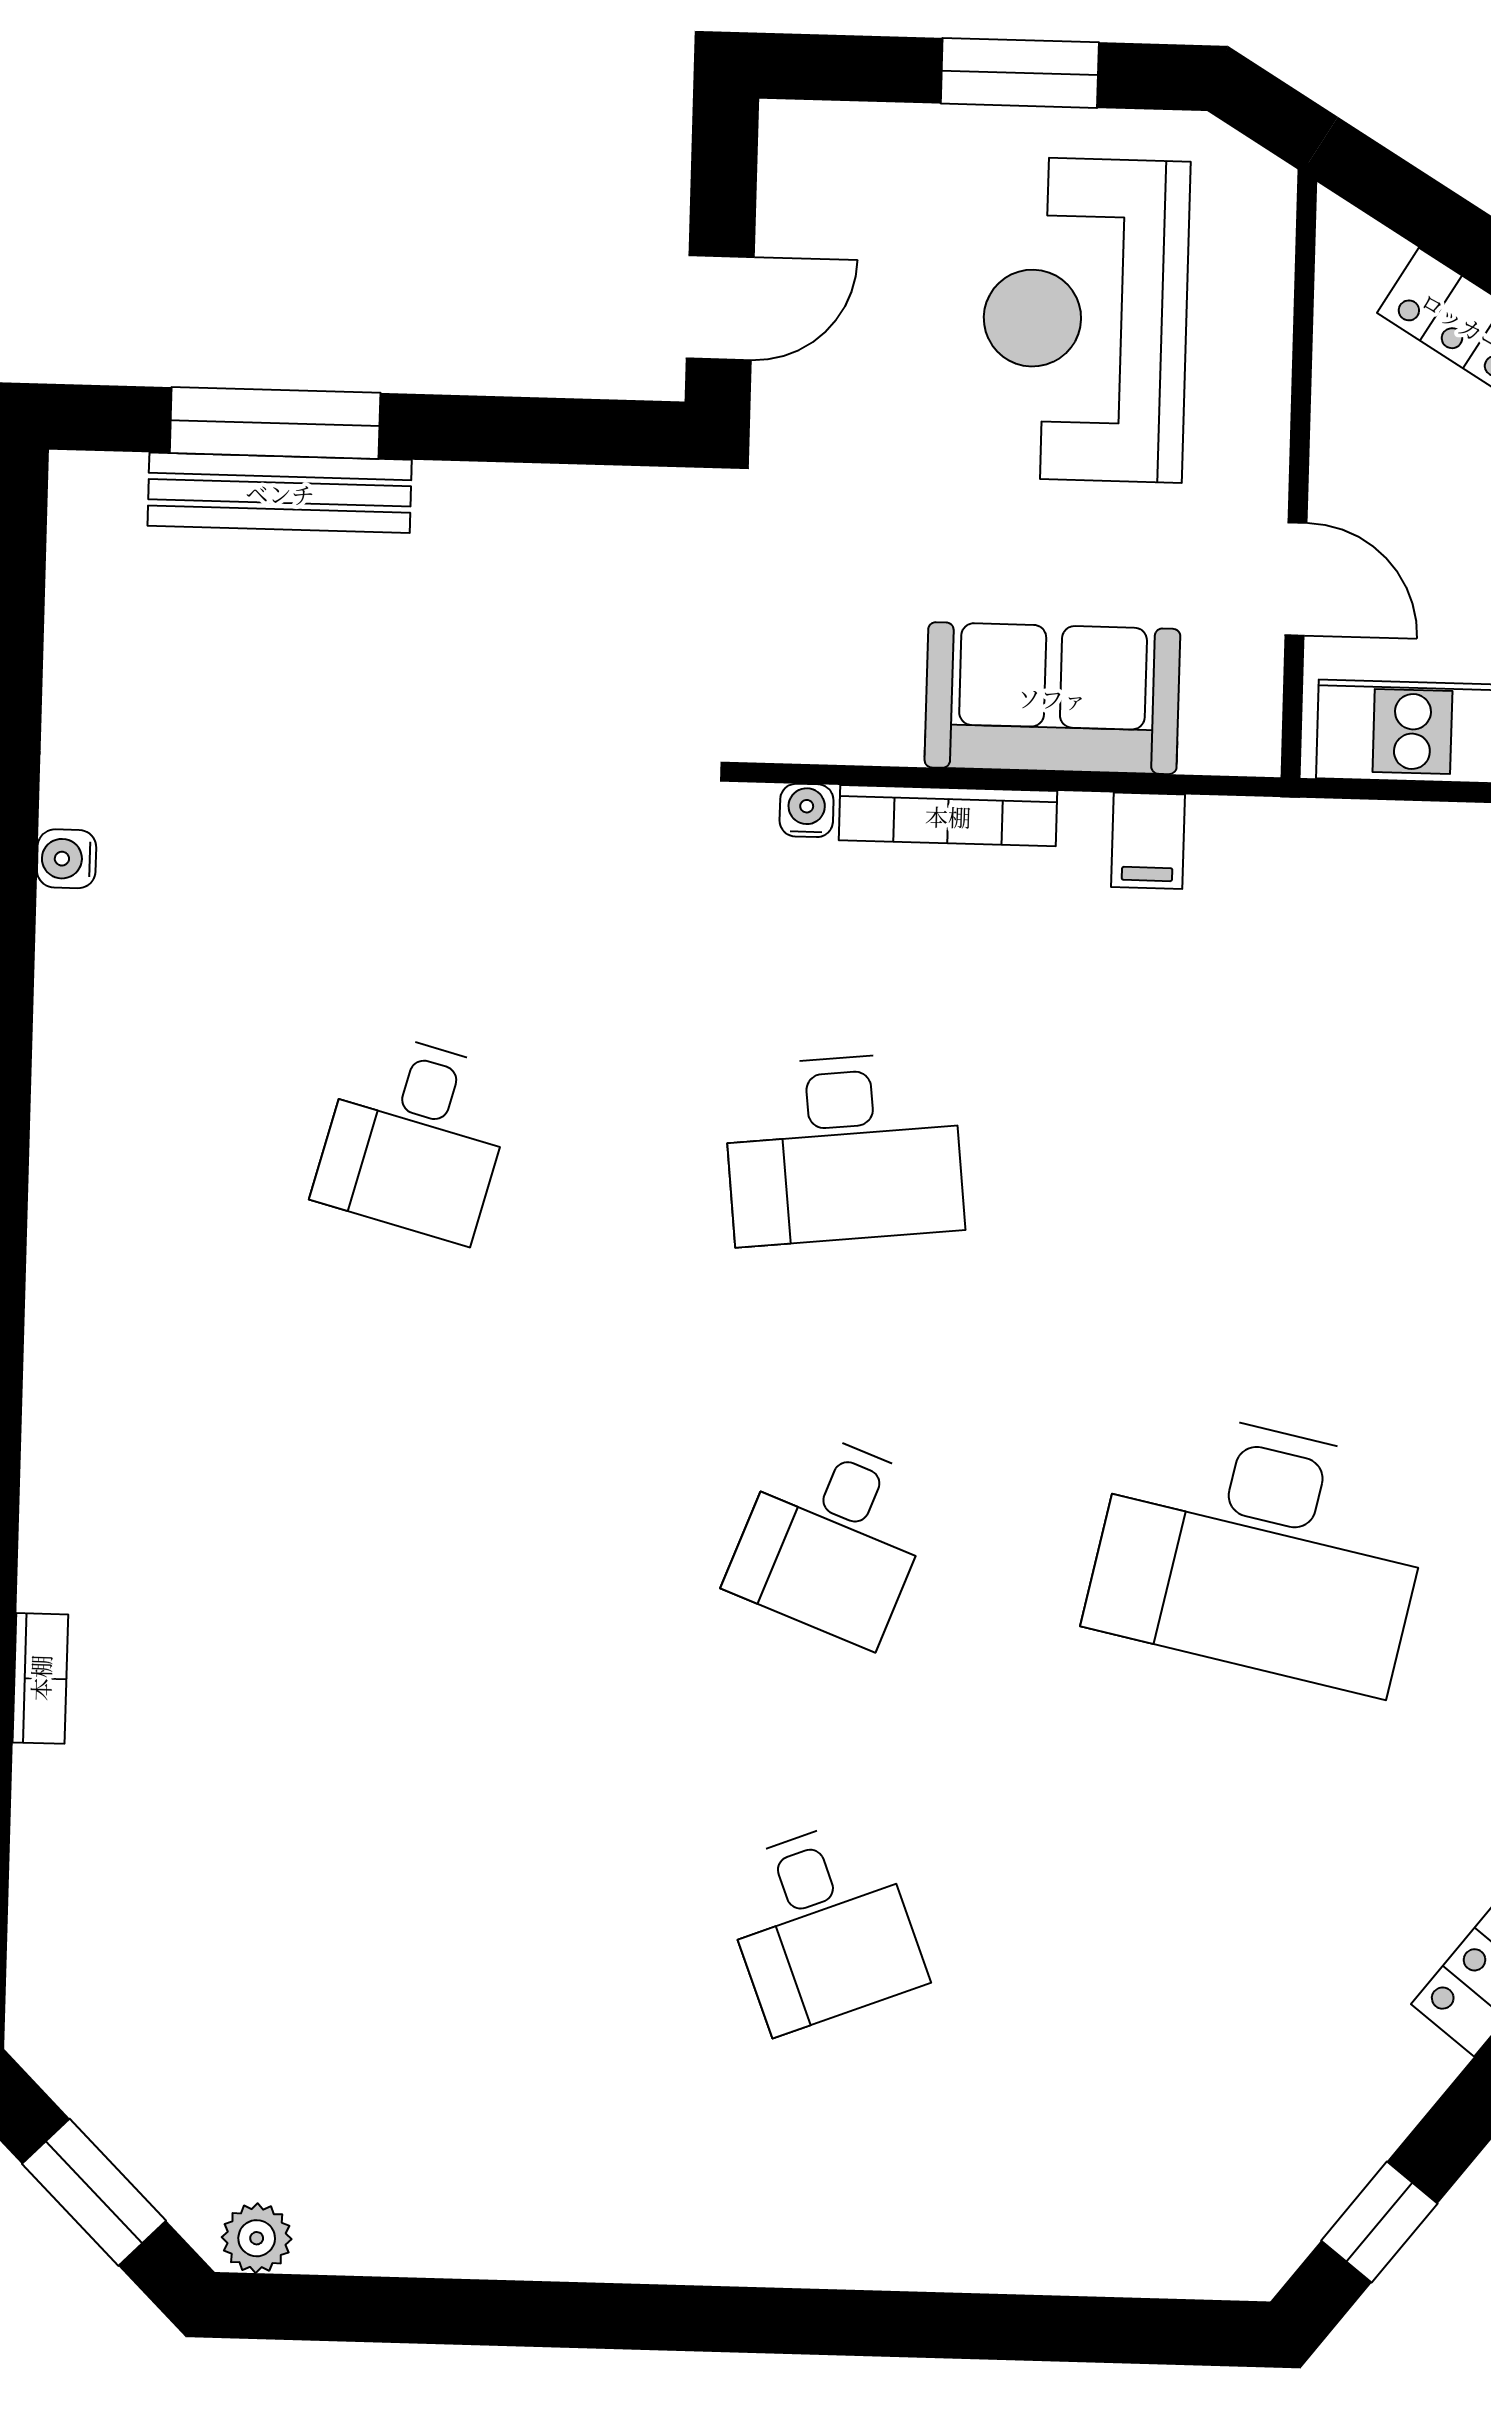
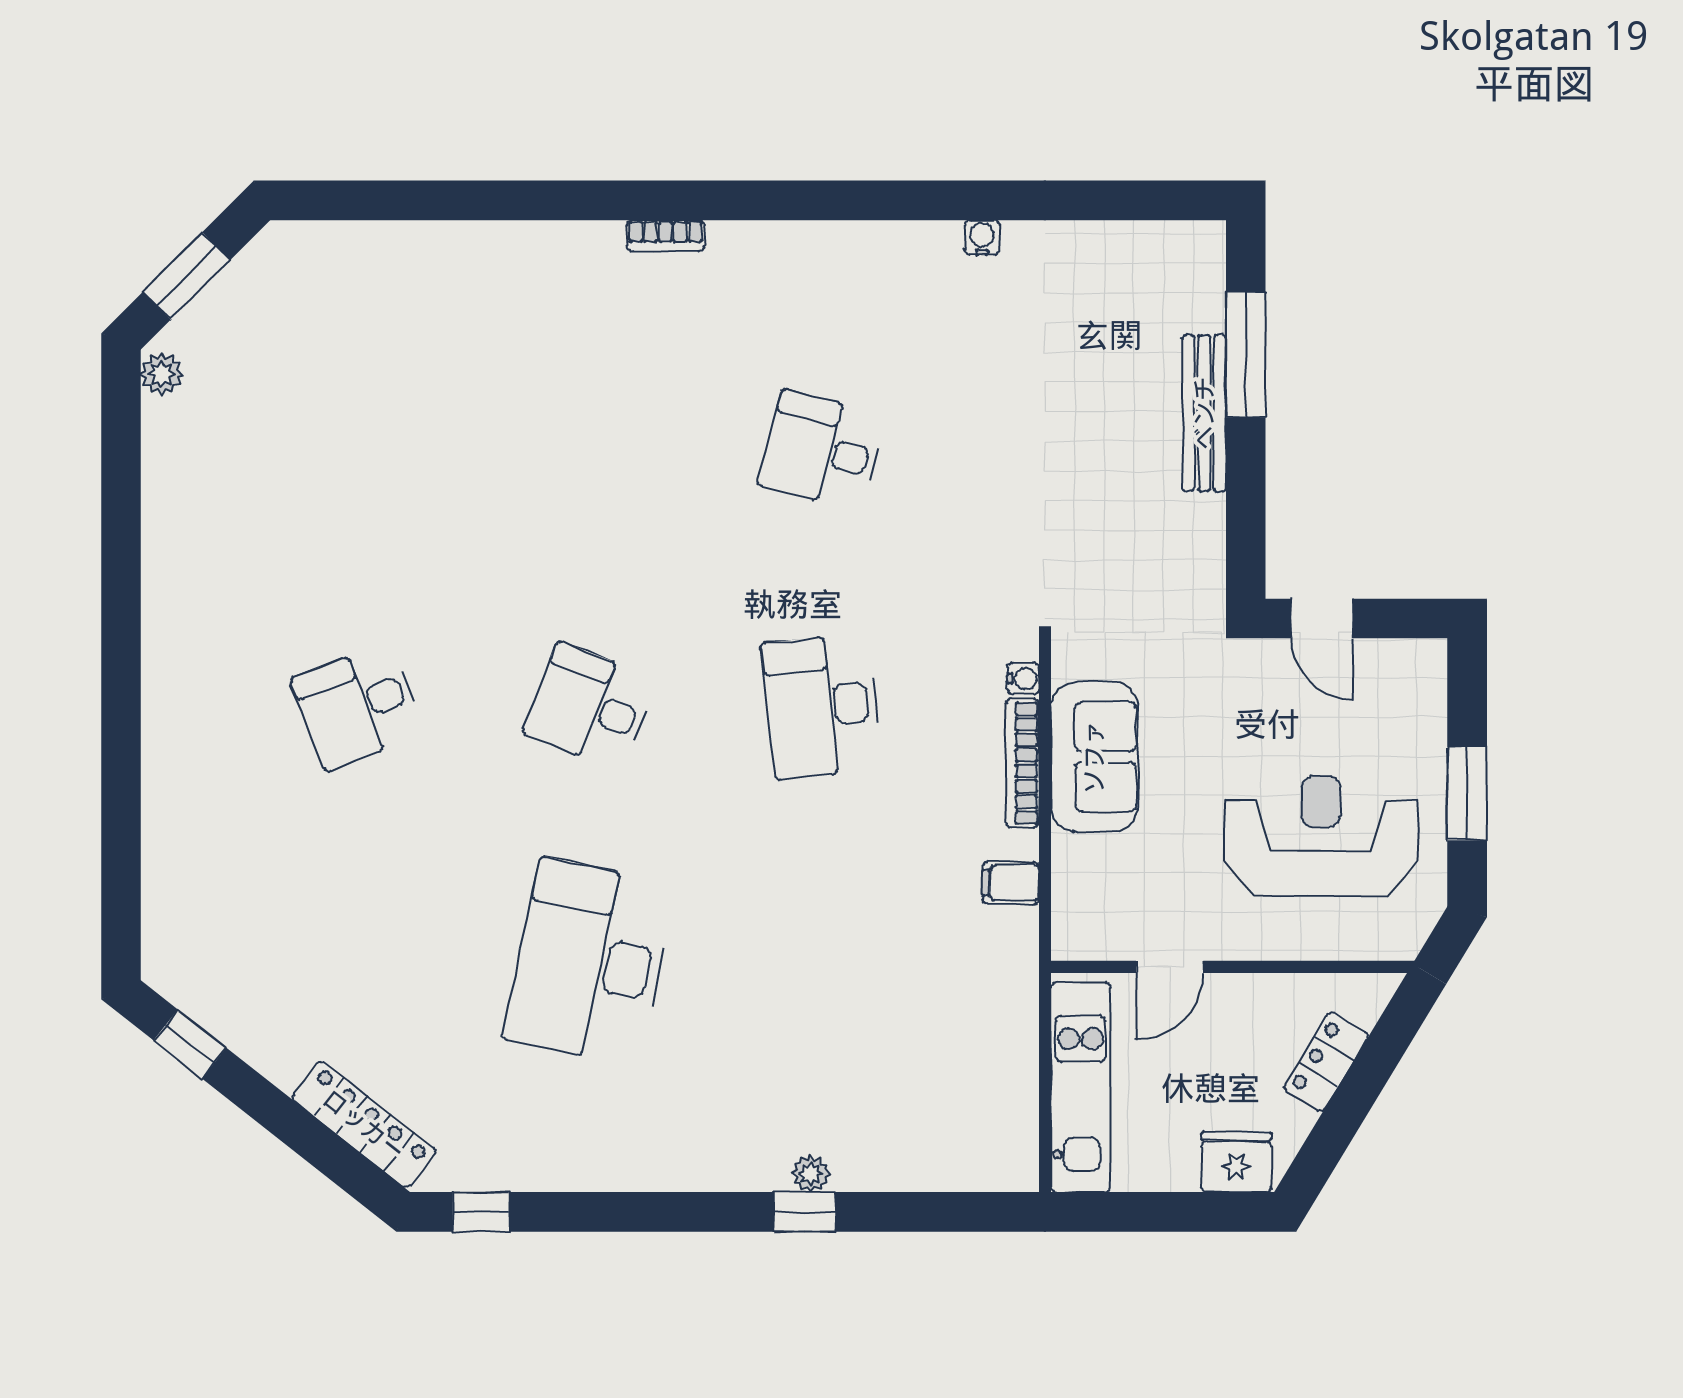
bench: (280, 493) -> (1204, 413), moved
sofa: (1052, 698) -> (1094, 757), moved
bookcase: (40, 1678) -> (666, 235), moved

